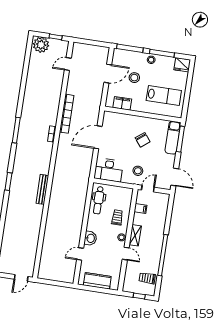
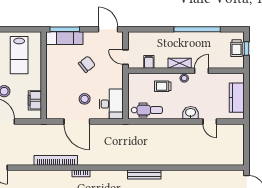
lab bench: (164, 96) -> (19, 55), turned 180
chair: (143, 140) -> (87, 64), moved
stool: (138, 171) -> (85, 99), moved
door: (175, 177) -> (108, 29), hinge flipped
trolley: (147, 278) -> (237, 48), moved

